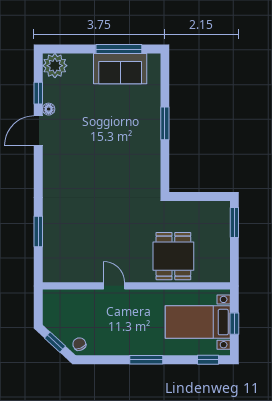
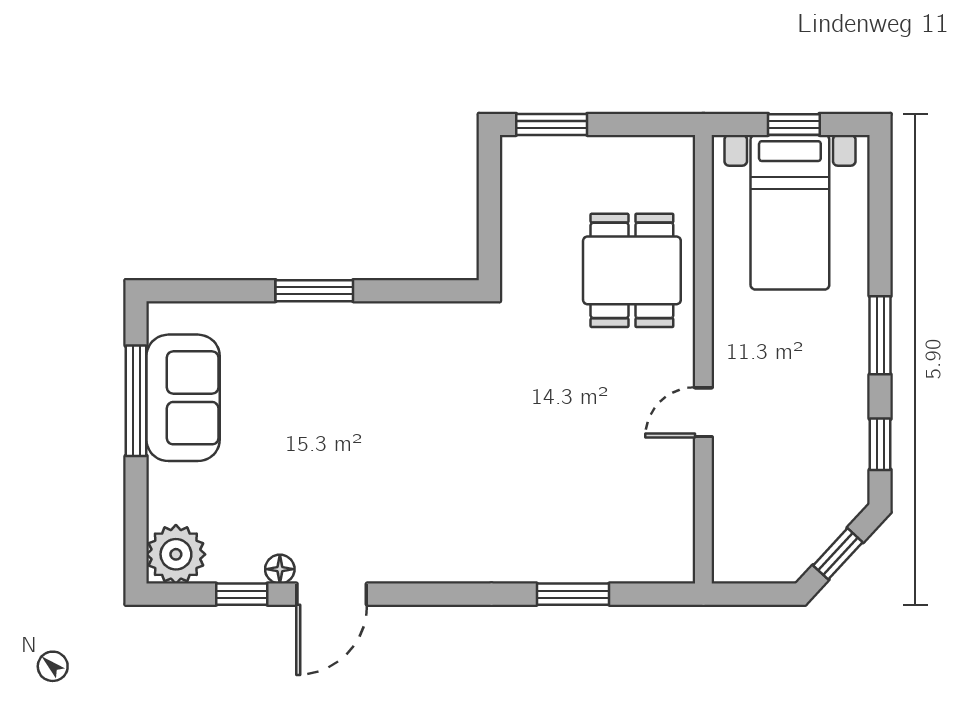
door: (38, 131) -> (332, 594), hinge flipped
dining table: (173, 256) -> (632, 270), turned 90
chair: (79, 344) -> (843, 496), removed
window: (208, 360) -> (880, 444), moved

